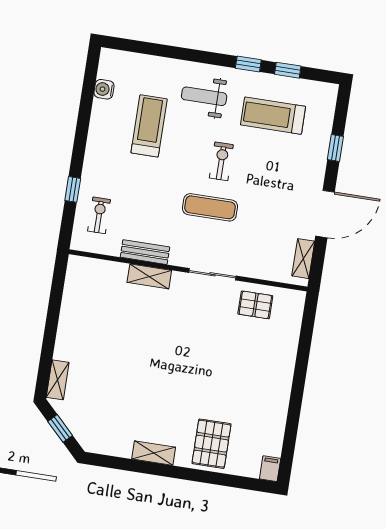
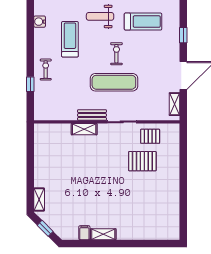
treadmill: (273, 116) -> (143, 22), turned 180
exercise mat: (210, 207) -> (114, 82), width x1.36, depth x1.45
exercise bike: (99, 215) -> (46, 70), moved
bench: (145, 252) -> (92, 115), moved
pallet: (212, 444) -> (142, 161), moved, turned 90
filing cabinet: (270, 469) -> (84, 233), moved

